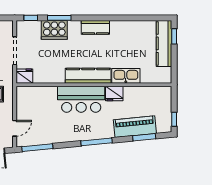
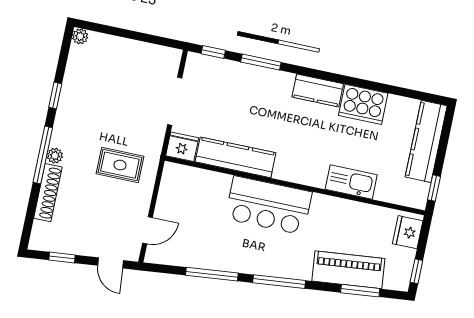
cooker: (54, 30) -> (363, 104), moved
window: (174, 36) -> (434, 188), moved
kitchen counter: (88, 76) -> (236, 157), moved
fridge: (114, 94) -> (408, 232), moved, turned 90
window: (37, 148) -> (212, 274), moved

